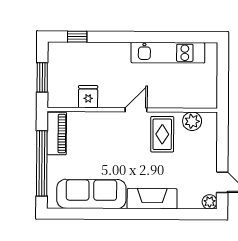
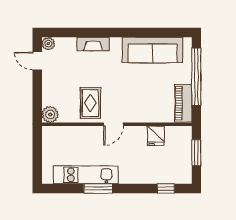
window: (154, 37) -> (98, 189), added
plant: (192, 121) -> (50, 114), moved
fireplace: (152, 199) -> (93, 44), width x0.73, depth x0.76

